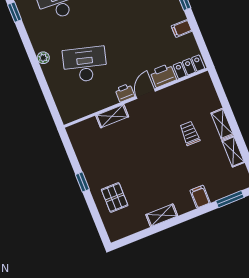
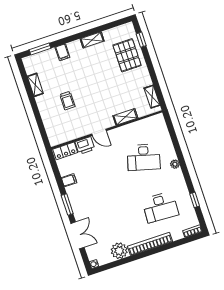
printer: (125, 93) -> (115, 134), removed
door: (146, 94) -> (99, 132), hinge flipped
shelving: (222, 124) -> (152, 97), moved
window: (82, 182) -> (141, 40), moved
pallet: (115, 197) -> (127, 55), width x1.50, depth x1.42

